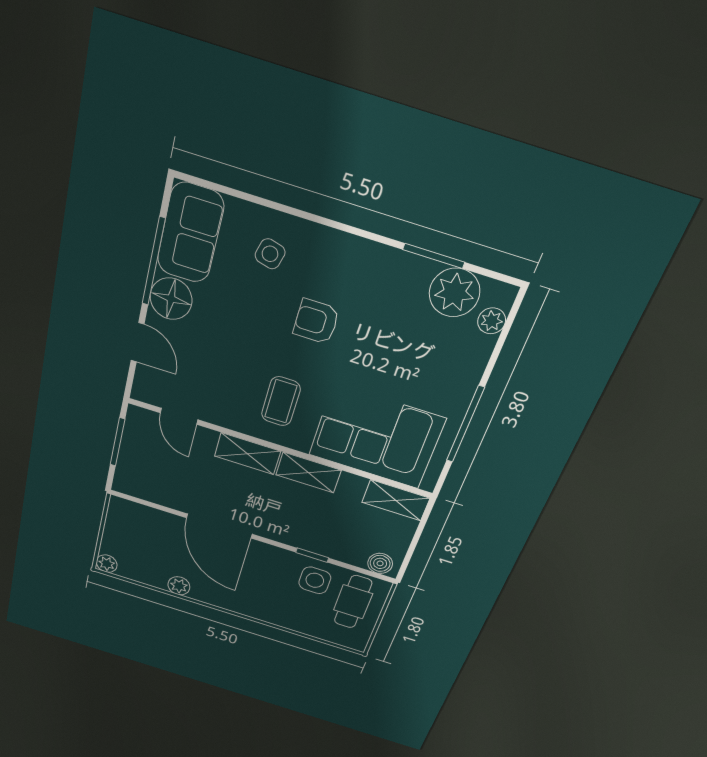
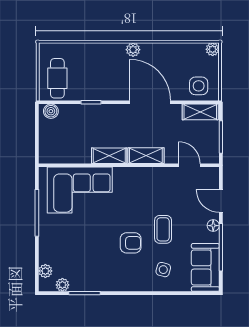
plant: (454, 293) -> (62, 285), width x0.53, depth x0.53
floor lamp: (171, 299) -> (213, 226), width x0.53, depth x0.53
coffee table: (281, 401) -> (163, 229), moved
shelving: (396, 500) -> (200, 112), moved
side table: (315, 580) -> (199, 86), moved
plant: (179, 586) -> (133, 50), moved

